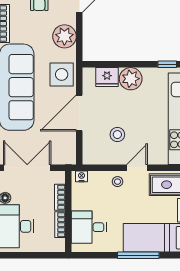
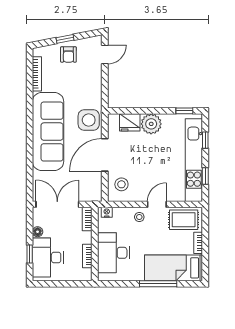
plant: (64, 36) -> (91, 86), removed
stool: (117, 135) -> (121, 184), moved
bookcase: (60, 197) -> (87, 219), moved
desk: (89, 227) -> (113, 253), width x1.37

